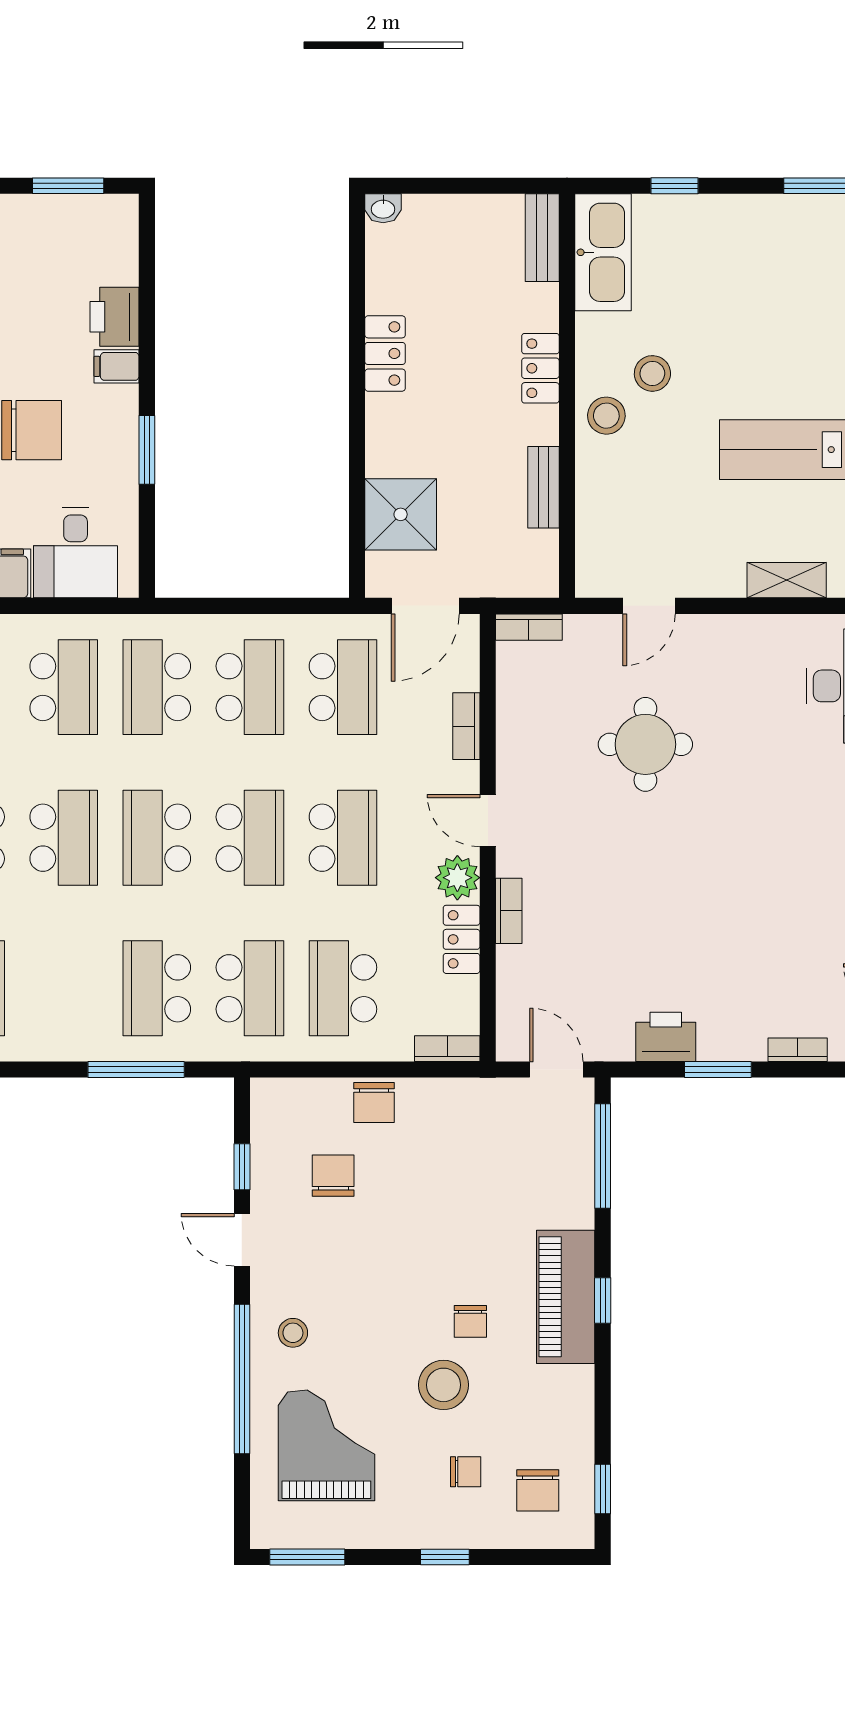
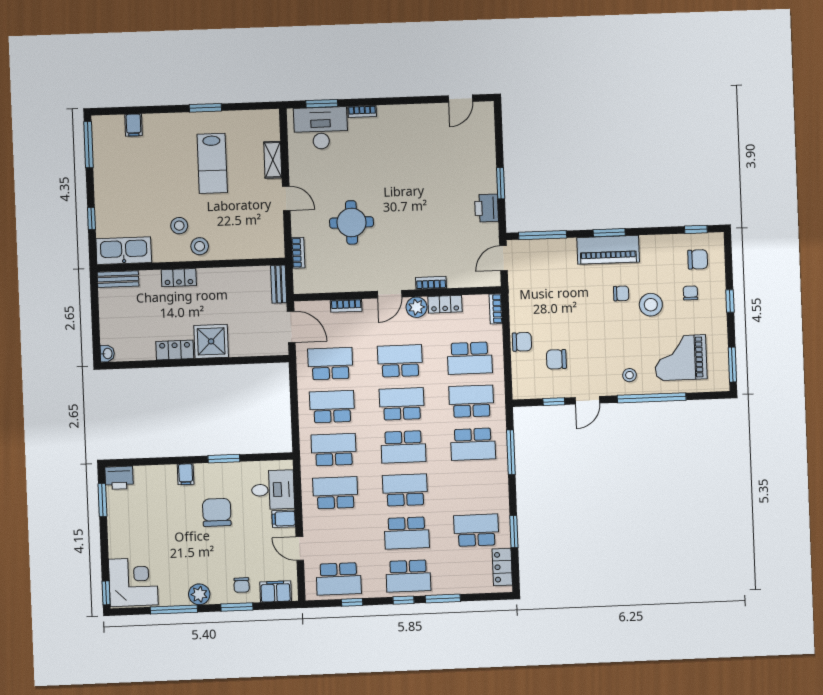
printer: (114, 317) -> (119, 478), moved
bench: (543, 487) -> (279, 284), moved, turned 90
shower: (401, 514) -> (211, 341), moved
door: (649, 606) -> (286, 198), moved
bookcase: (529, 627) -> (298, 253), moved
school desk: (157, 687) -> (334, 450), turned 180
bookcase: (798, 1050) -> (490, 147), removed
window: (603, 1301) -> (609, 233), width x1.50

